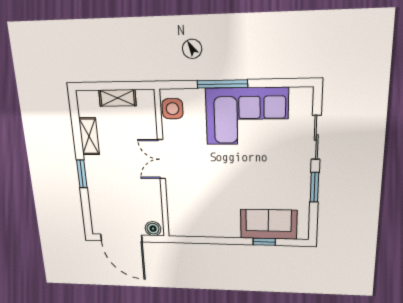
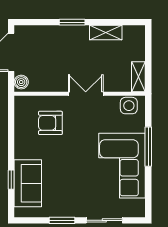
shelving: (117, 98) -> (138, 77), moved
armchair: (197, 199) -> (50, 123), added

